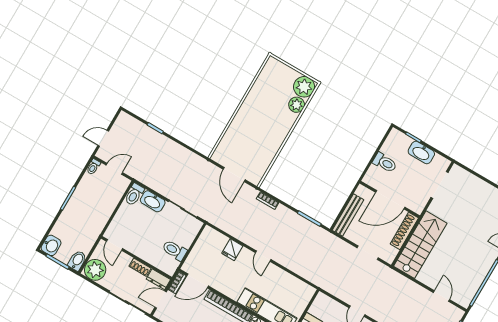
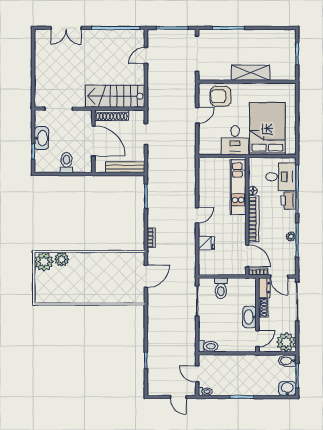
washbasin: (153, 201) -> (250, 317), moved, turned 180
toilet: (175, 250) -> (221, 288), moved

